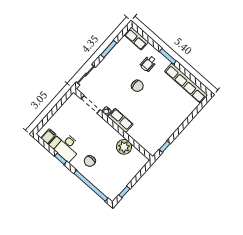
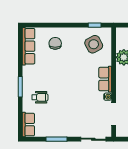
row of seats: (186, 83) -> (29, 46), width x0.73
chair: (137, 86) -> (55, 43), moved
side table: (152, 134) -> (94, 44), added

